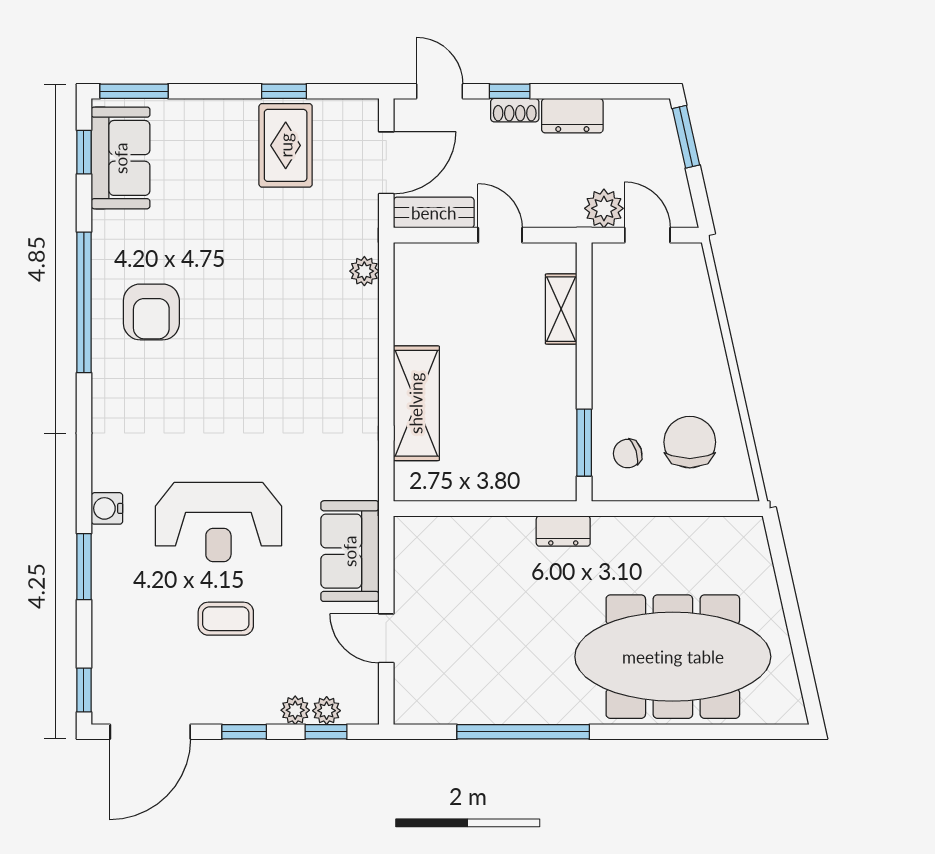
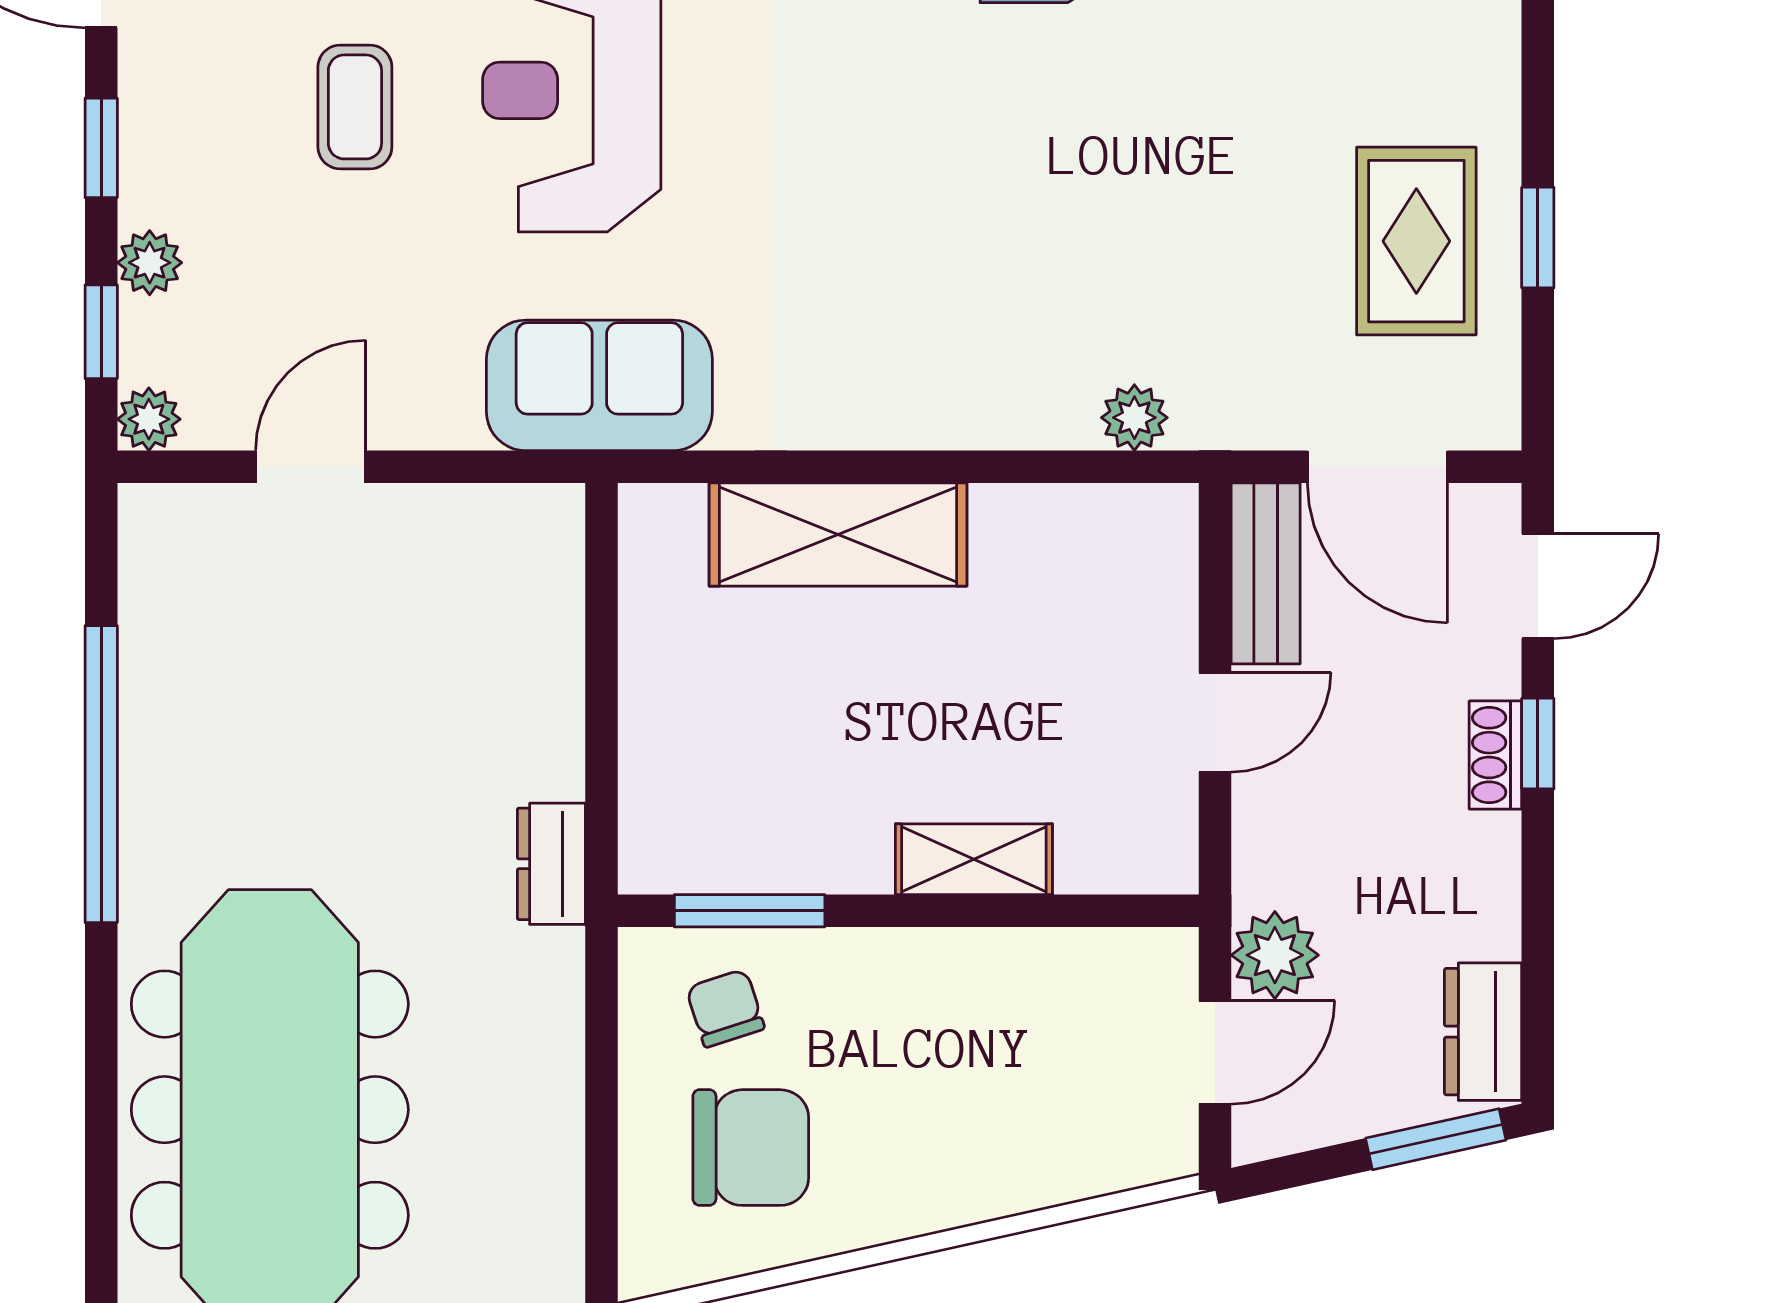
dresser: (572, 116) -> (1483, 1032), moved
rug: (286, 145) -> (1416, 241), turned 90
shelving: (561, 309) -> (974, 859), moved
sofa: (350, 551) -> (599, 385), moved
plant: (327, 711) -> (149, 419), moved

